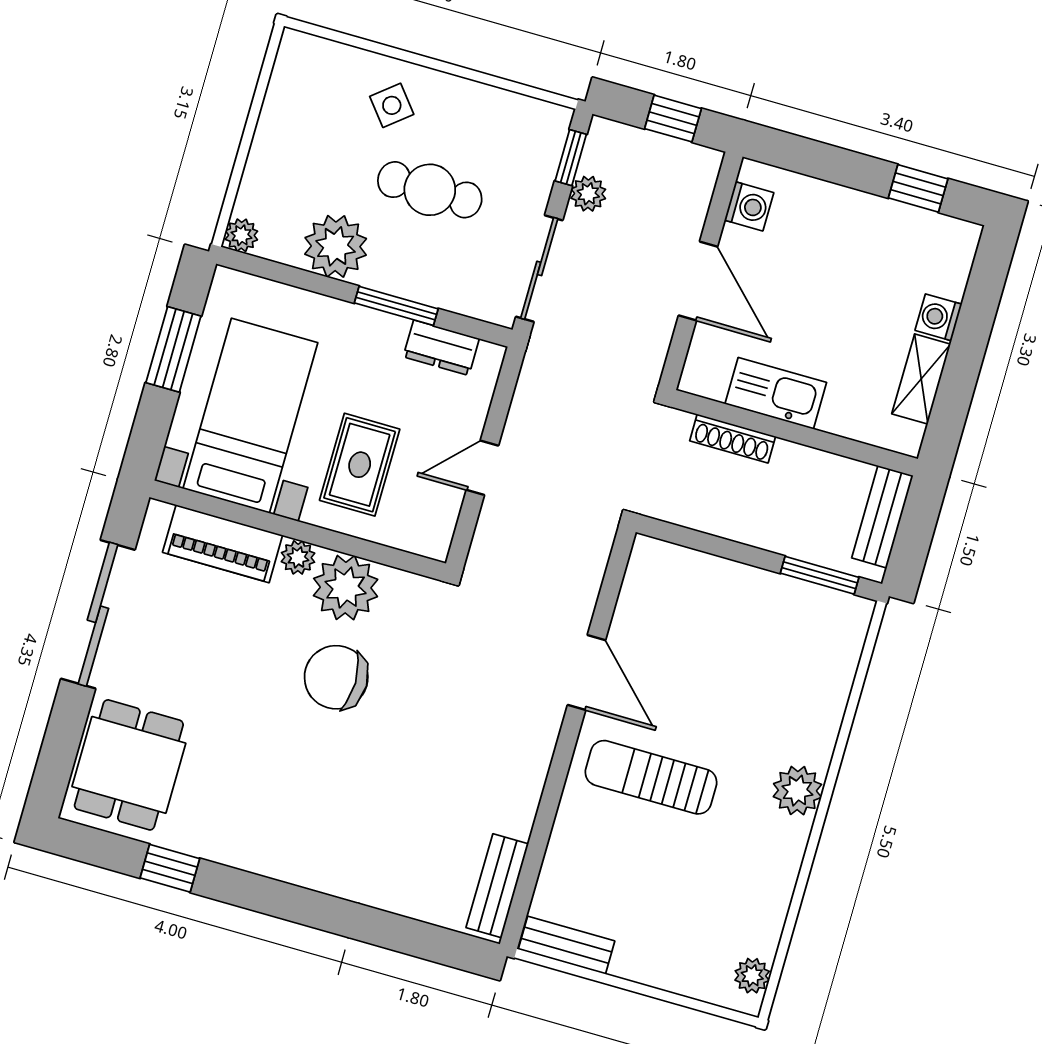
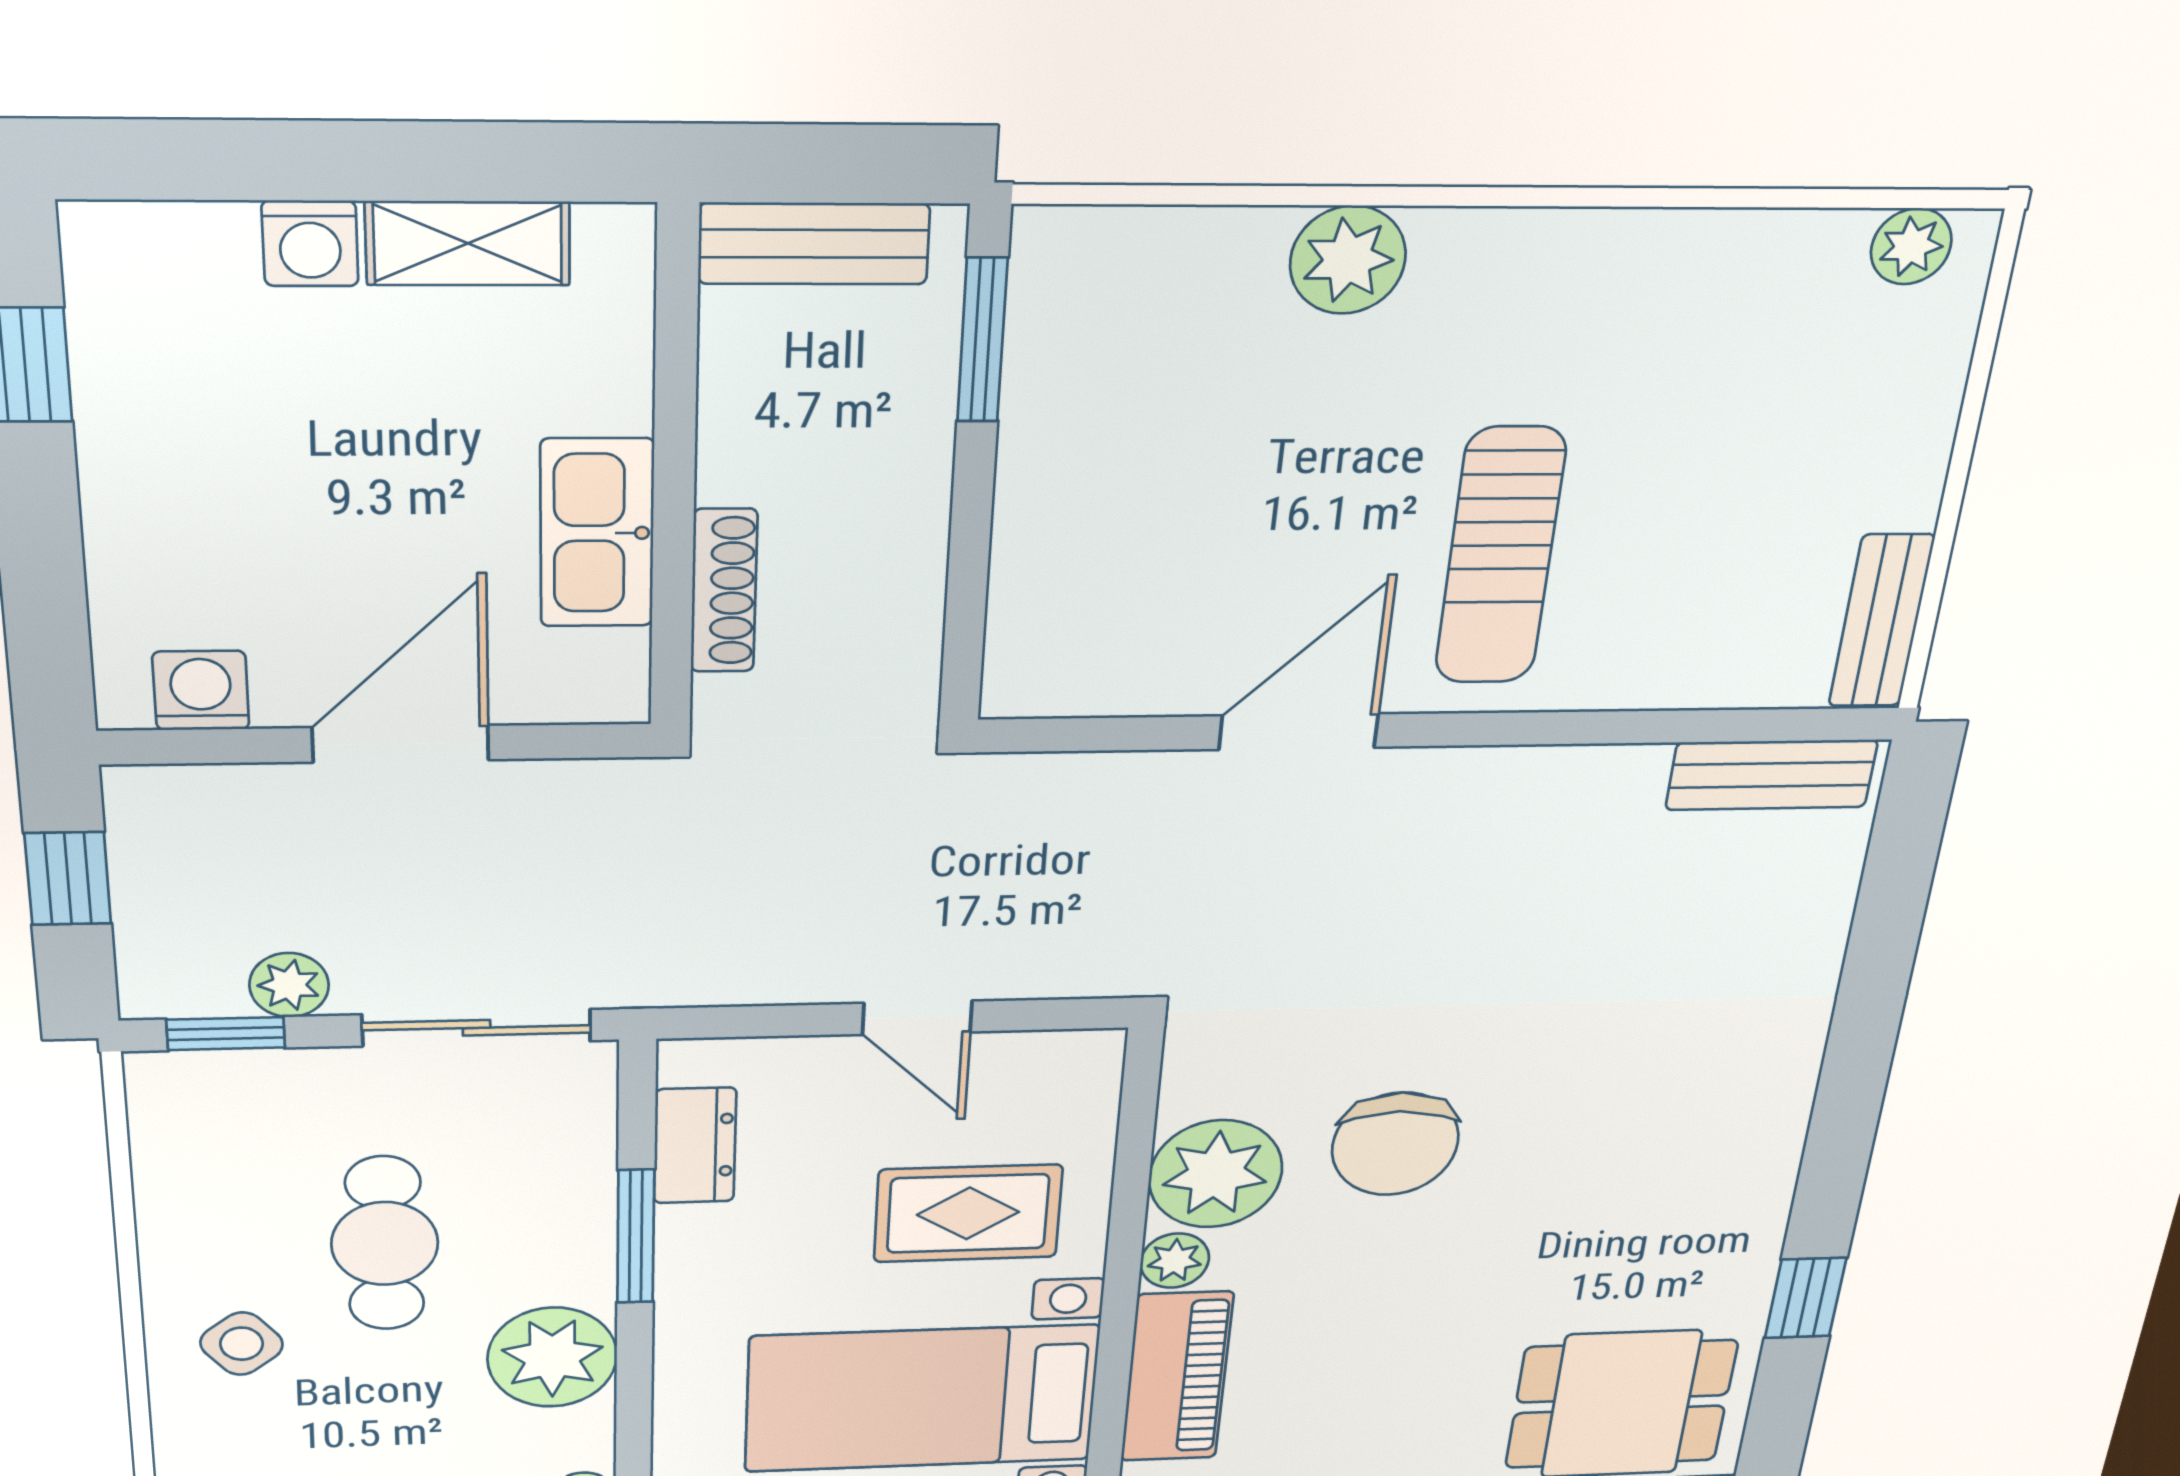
plant: (797, 791) -> (1348, 260), moved

